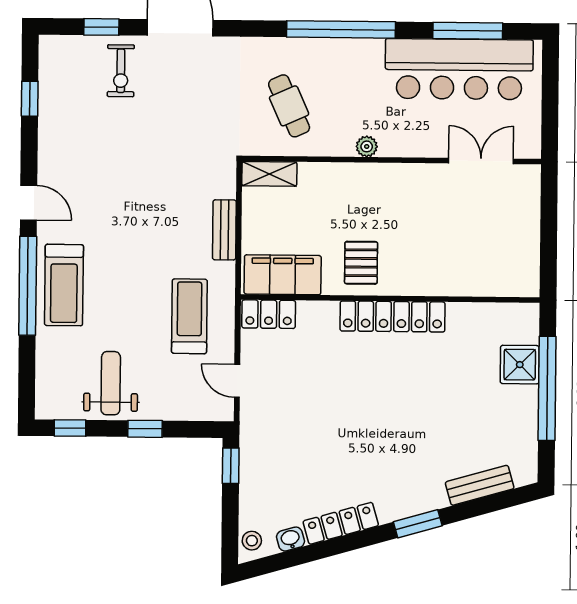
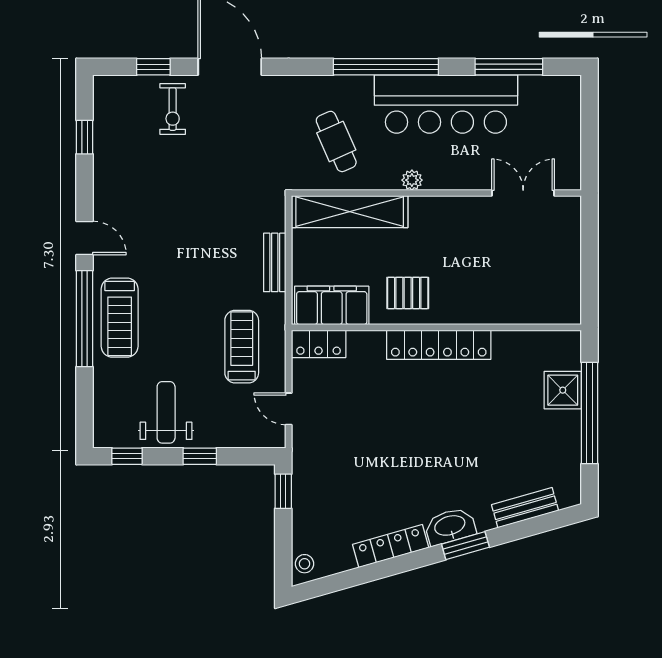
bar counter: (459, 69) -> (446, 104), moved
shelving: (269, 174) -> (350, 212), width x2.20, depth x1.33
pallet: (361, 263) -> (408, 293), turned 90
washbasin: (290, 539) -> (450, 526), moved, width x1.91, depth x1.45

